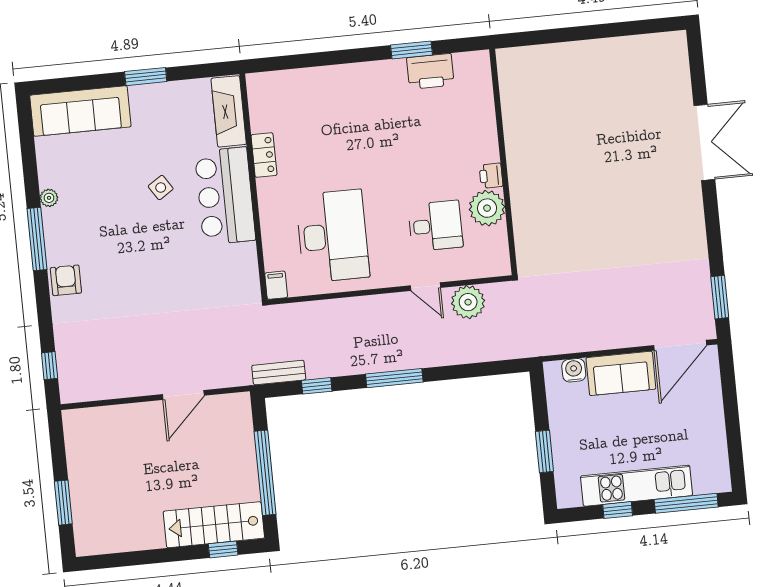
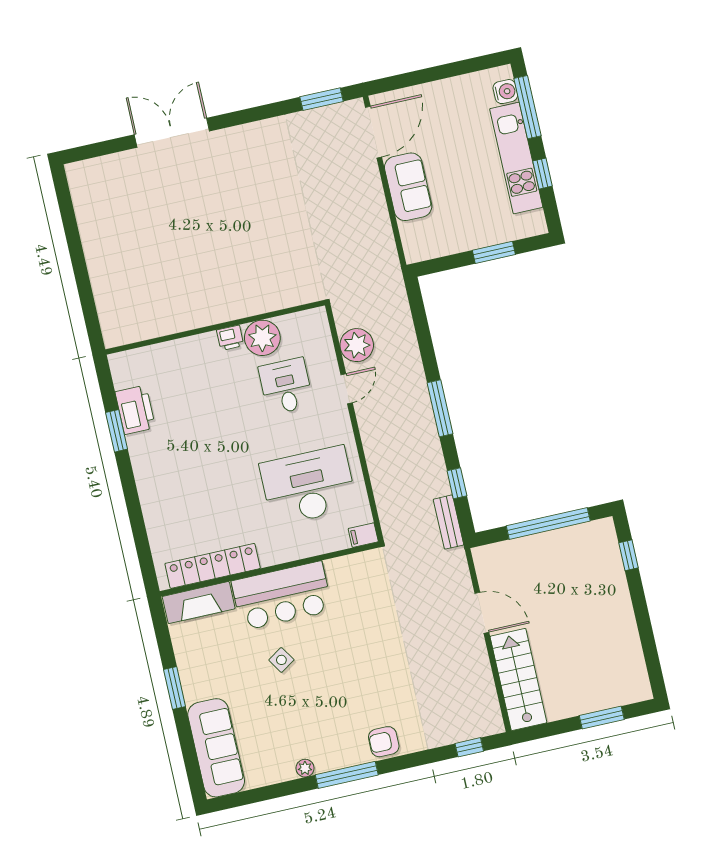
locker: (264, 155) -> (213, 566), width x2.16, depth x1.21
door: (680, 345) -> (374, 132), hinge flipped
water cooler: (574, 370) -> (505, 92), moved, turned 180
stairs: (214, 525) -> (518, 679), moved, turned 180

